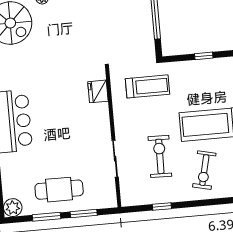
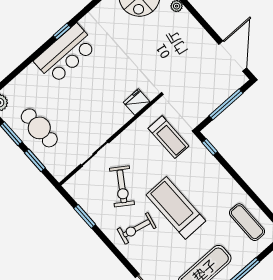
window: (204, 56) -> (210, 147), moved
exercise bike: (160, 156) -> (122, 186), turned 123
window: (162, 206) -> (85, 216), width x1.50

